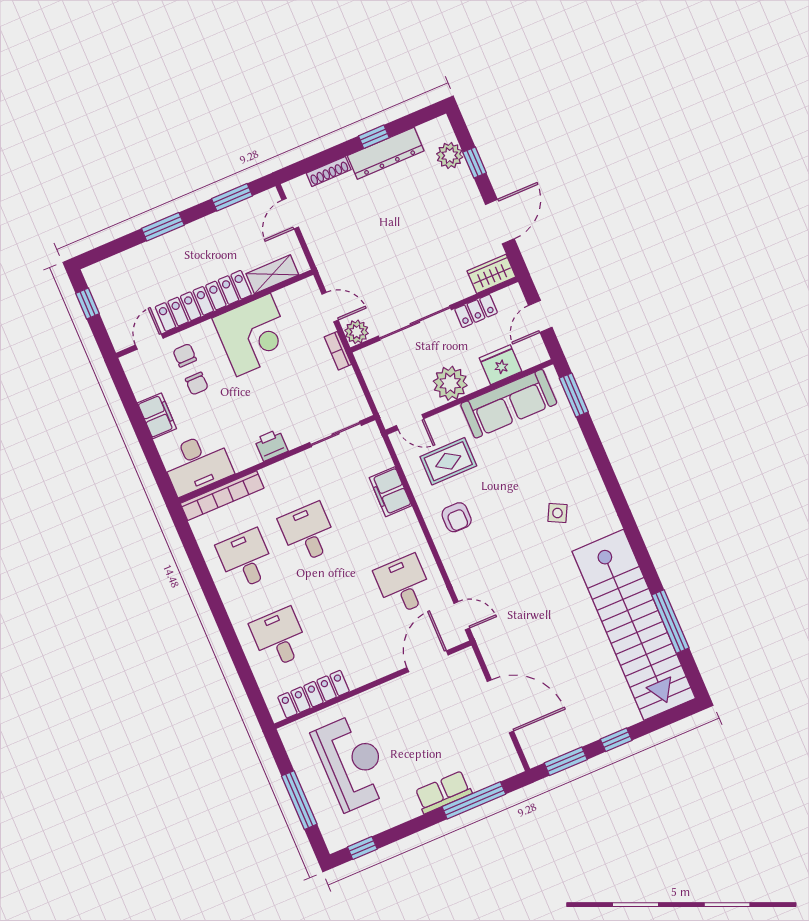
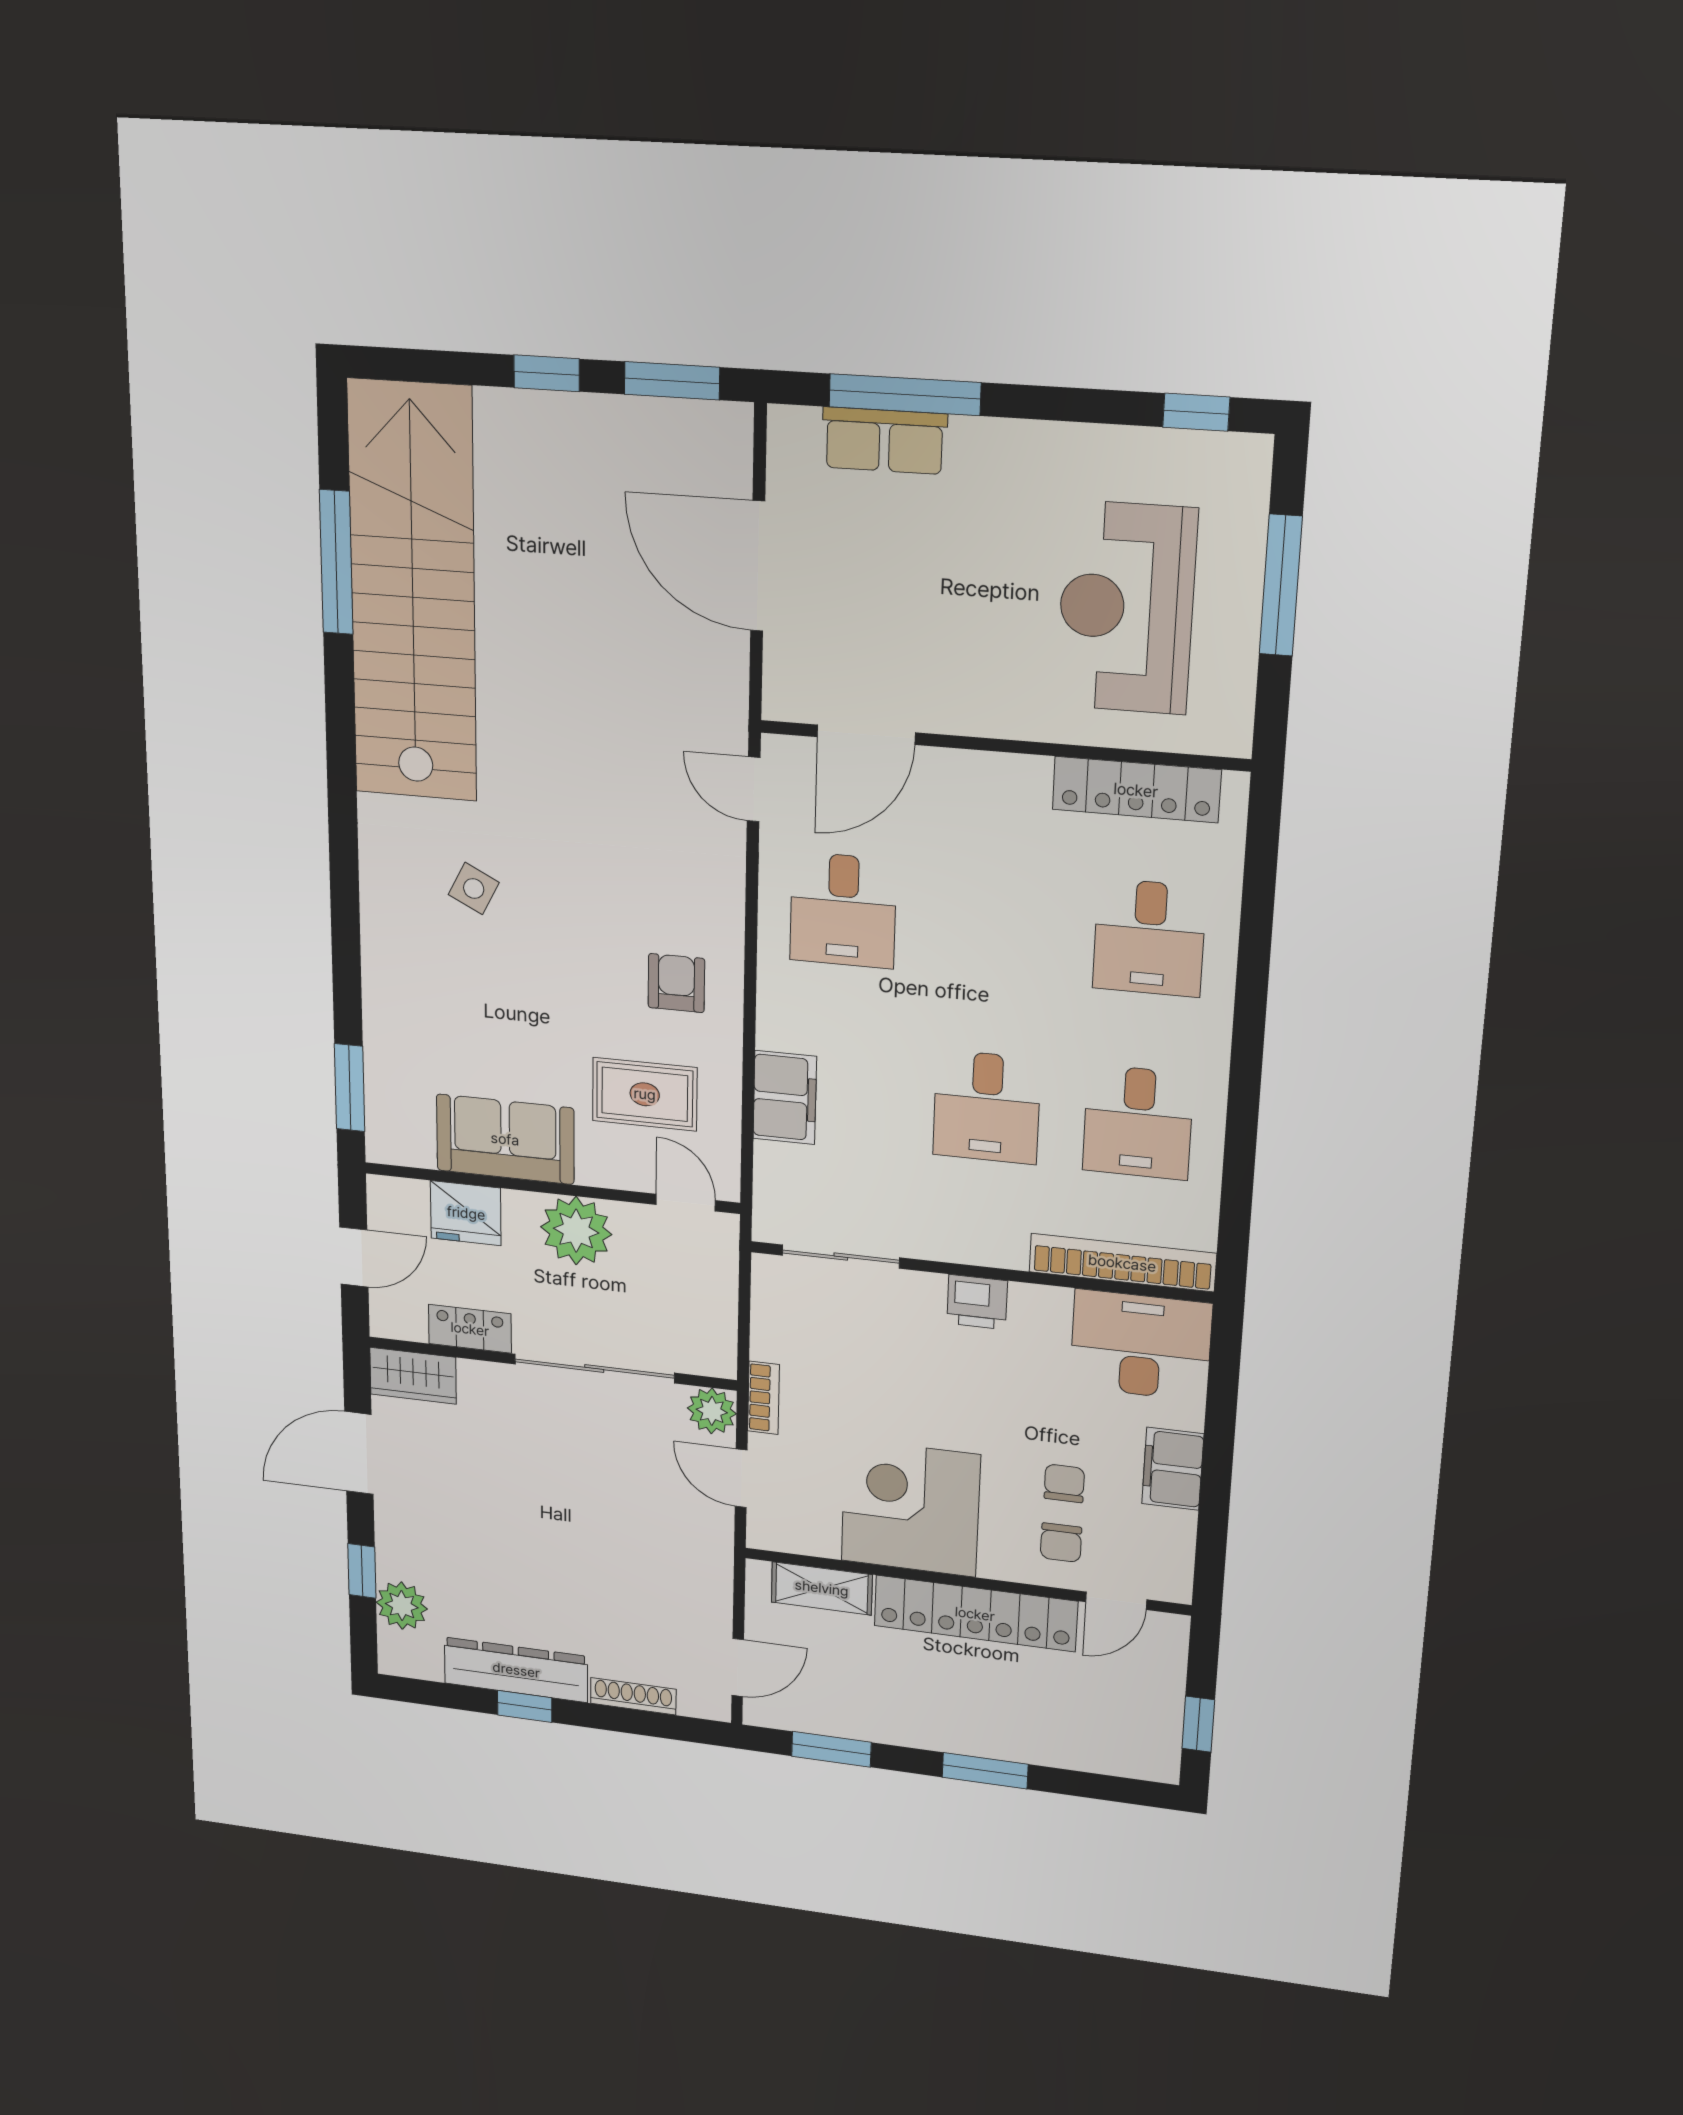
sofa: (509, 404) -> (505, 1139), width x0.73
row of seats: (443, 792) -> (884, 441), moved

